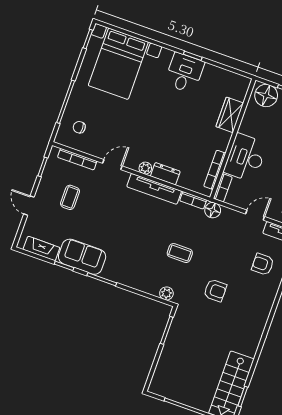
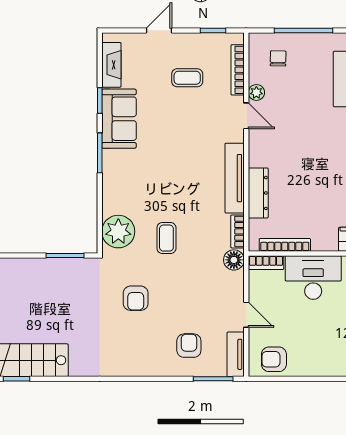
plant: (145, 168) -> (256, 92), moved
dresser: (165, 174) -> (258, 193), width x1.44
plant: (166, 293) -> (118, 232), width x1.87, depth x1.87

